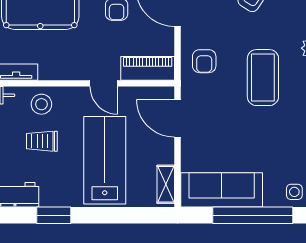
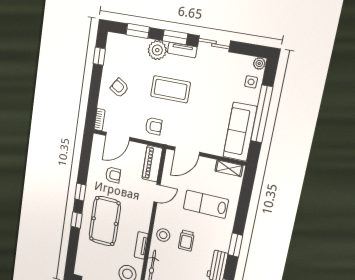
lab bench: (105, 160) -> (206, 204), width x0.73, depth x0.72

